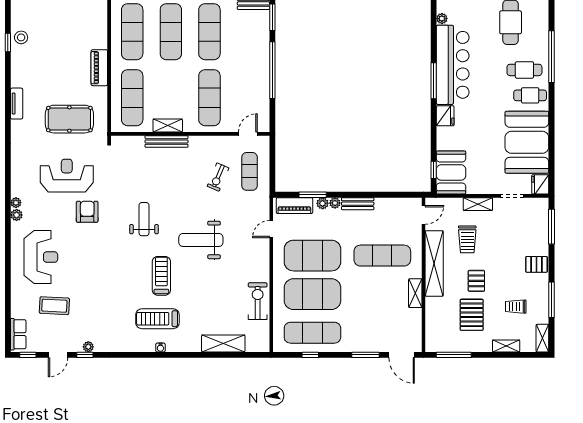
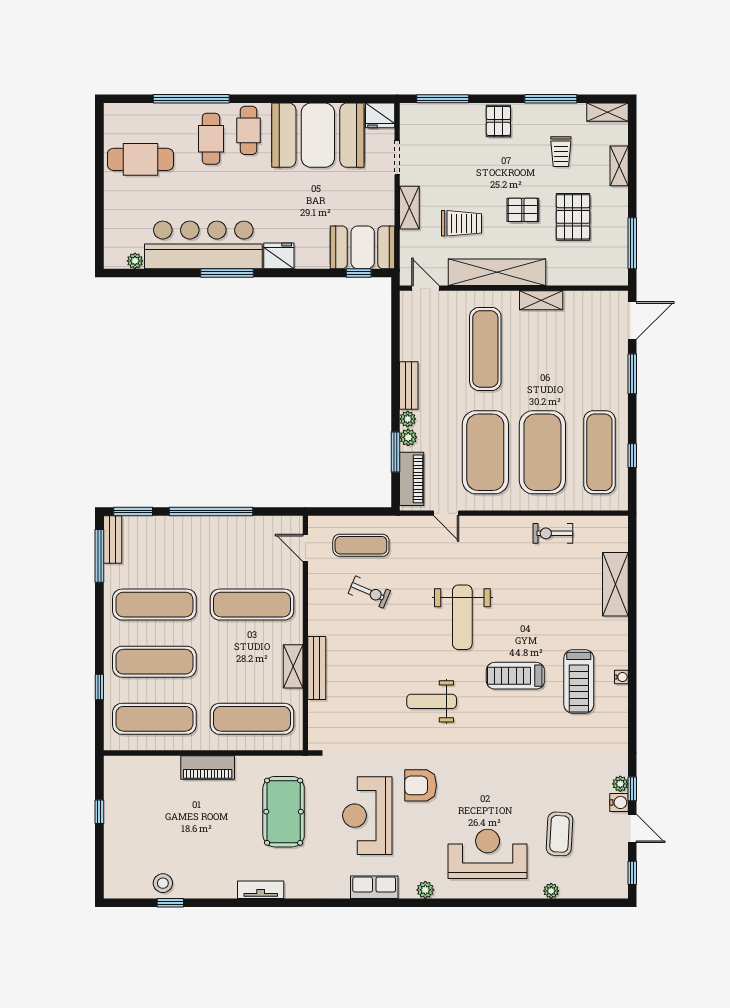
plant: (16, 203) -> (551, 891), moved
exercise bike: (258, 301) -> (553, 533), width x0.73, depth x0.72
pallet: (472, 315) -> (573, 217), turned 90
row of seats: (18, 334) -> (374, 887), moved
water cooler: (76, 346) -> (619, 802), added

